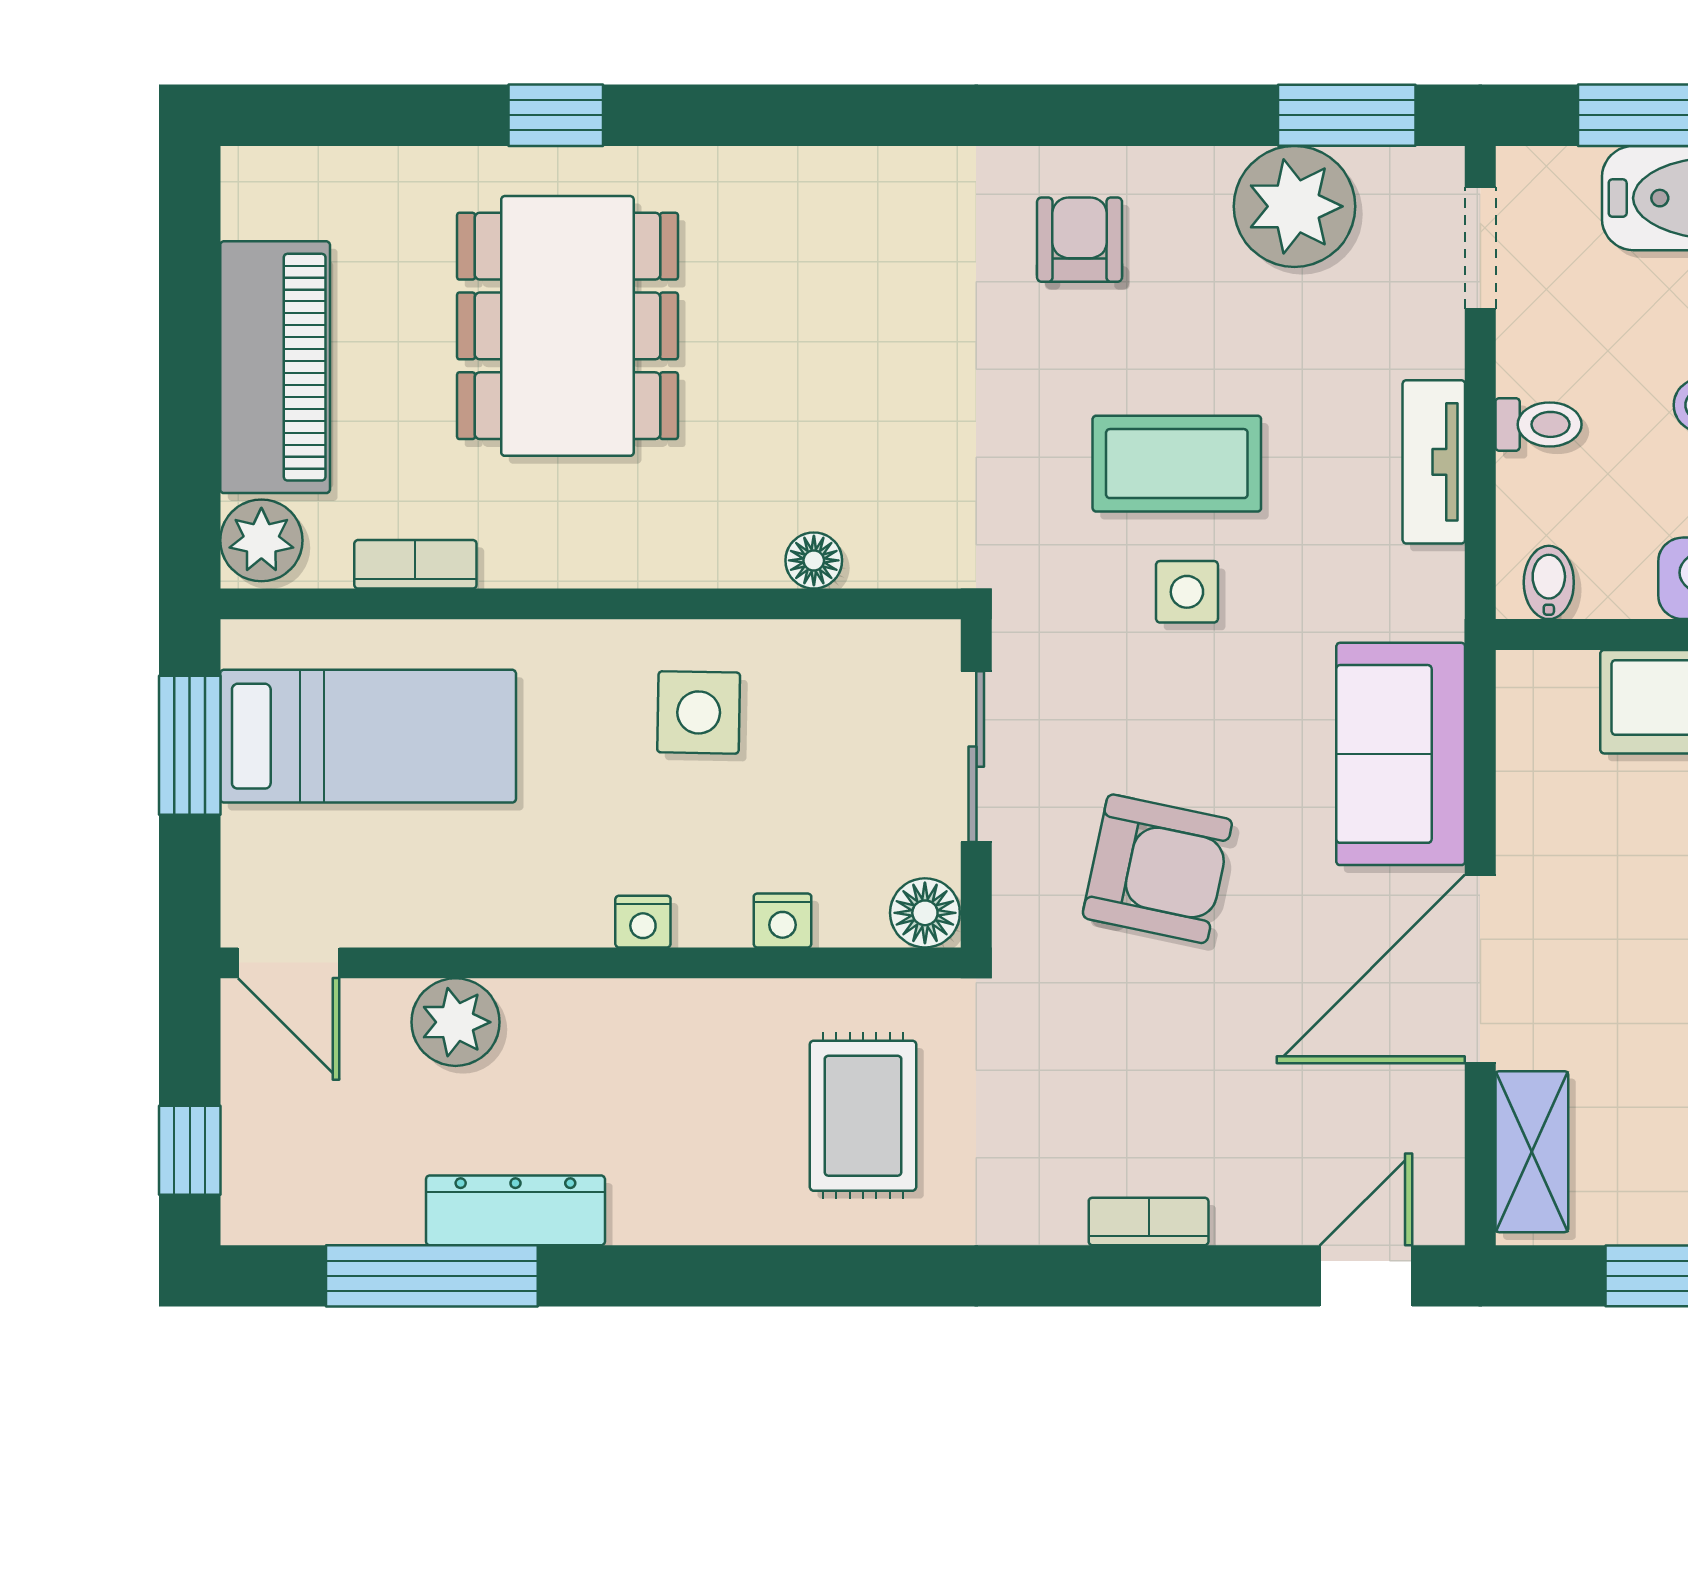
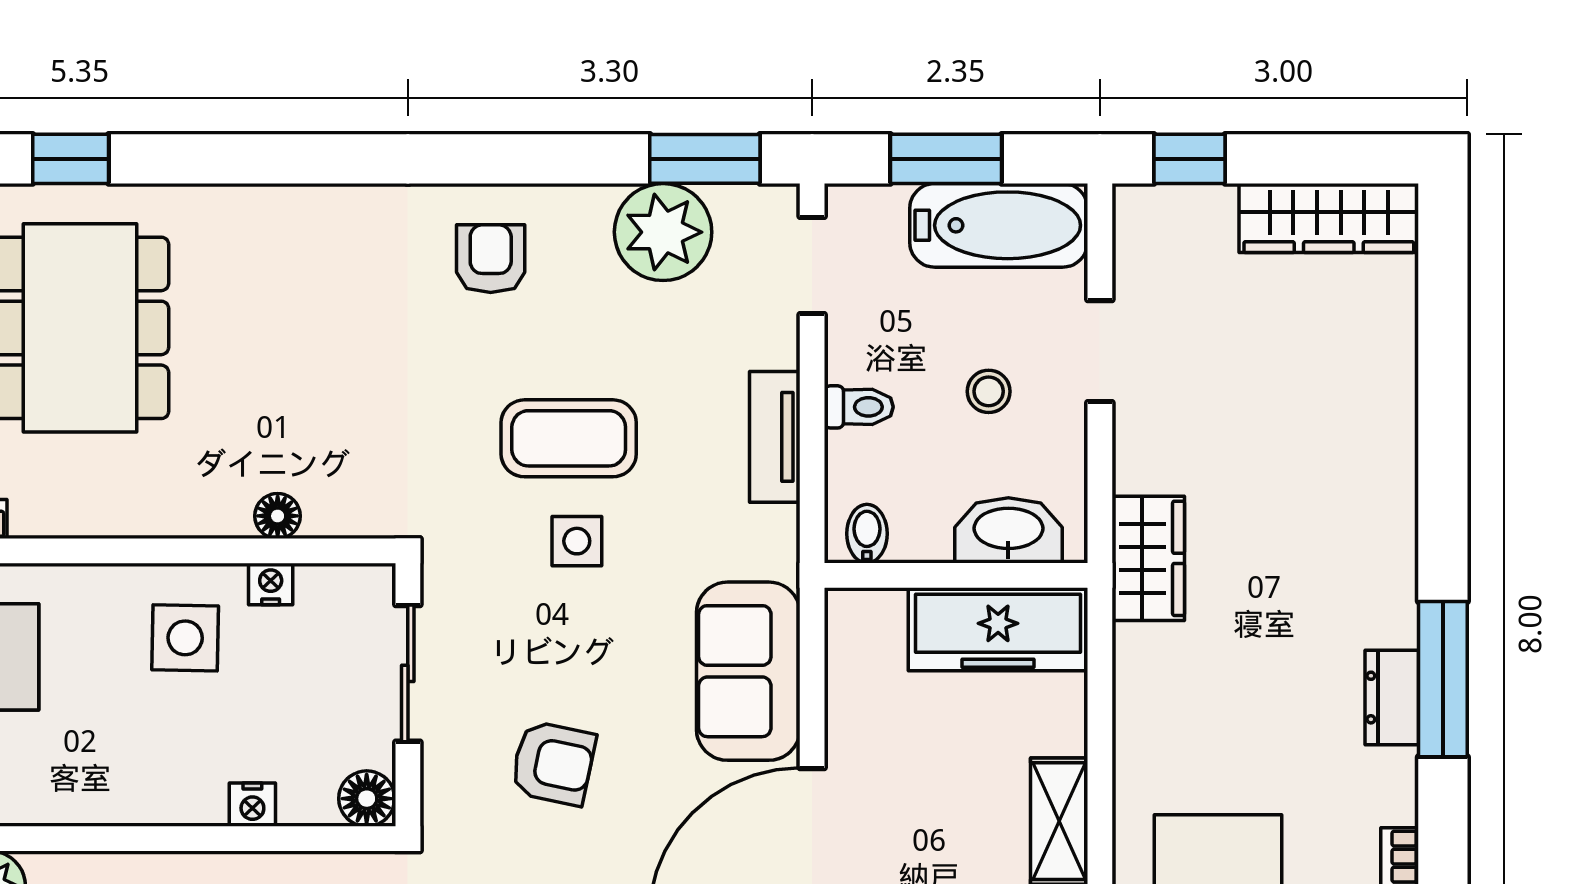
armchair: (1157, 869) -> (553, 763), width x0.72, depth x0.72
nightstand: (643, 922) -> (271, 584), moved, turned 180

